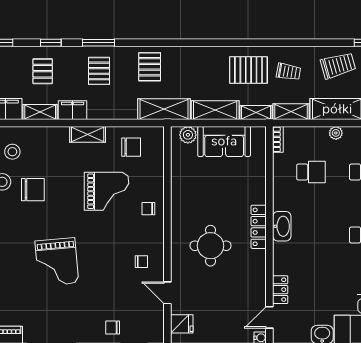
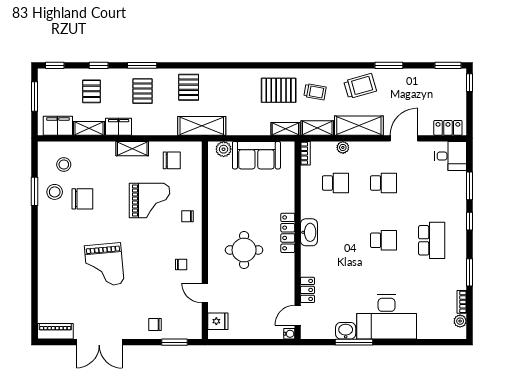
shelving: (215, 110) -> (248, 127), removed
plant: (336, 133) -> (343, 147), moved

